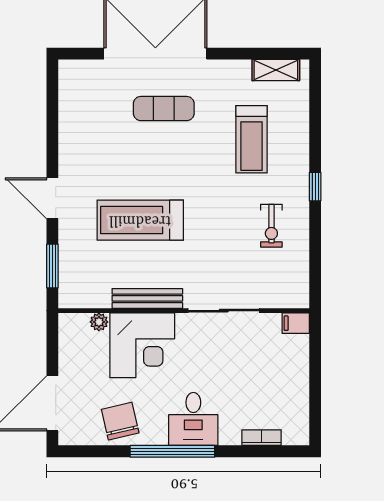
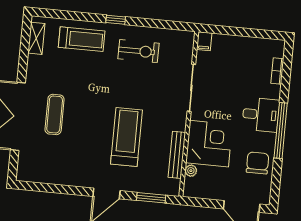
treadmill: (252, 139) -> (82, 39), moved
treadmill: (140, 220) -> (126, 137), turned 180
exercise bike: (271, 226) -> (139, 51), width x1.38, depth x1.39
bench: (147, 298) -> (177, 155), moved
chair: (120, 421) -> (258, 163), turned 103

